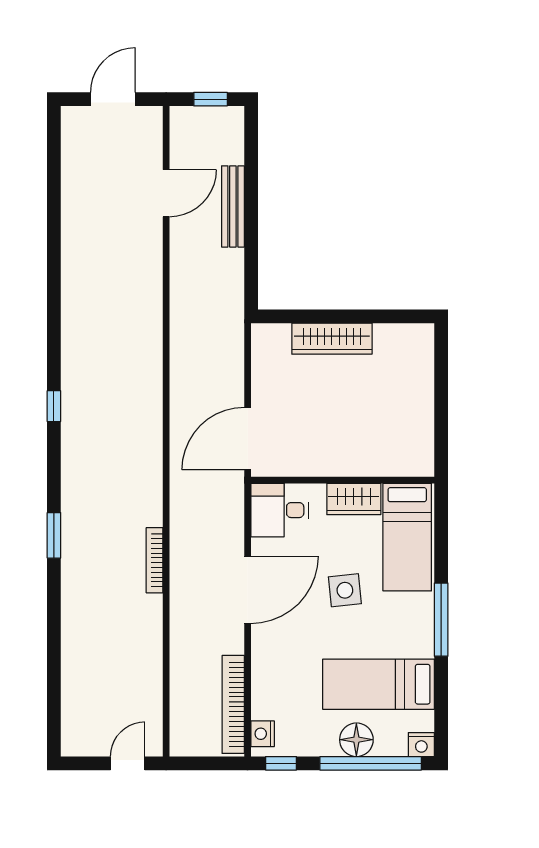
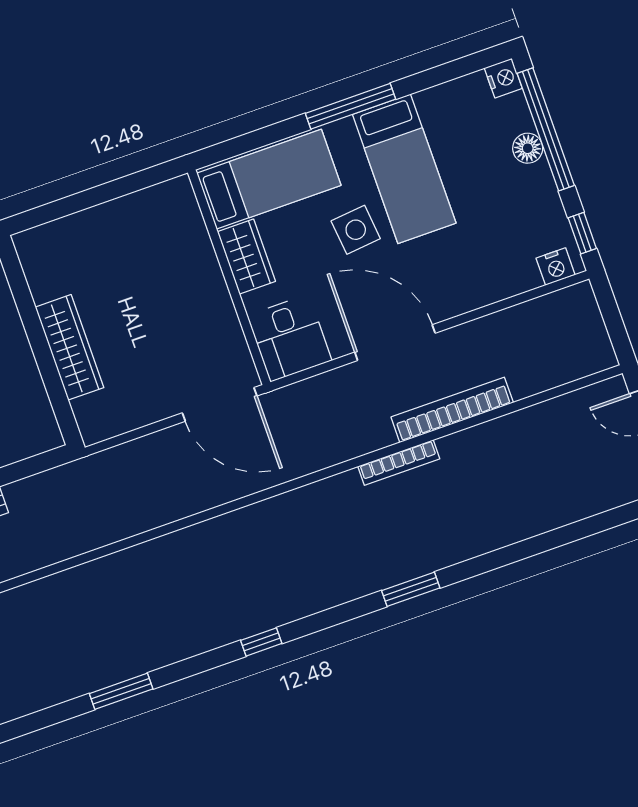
window: (54, 285) -> (121, 691), added
bed: (379, 684) -> (404, 169), moved
bookcase: (233, 704) -> (452, 410), moved, turned 180
floor lamp: (356, 740) -> (528, 148), width x0.73, depth x0.73

